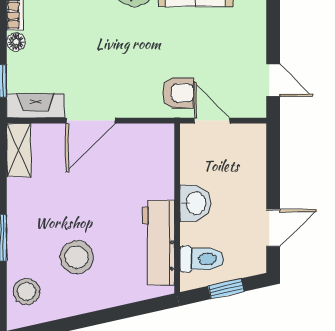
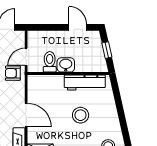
armchair: (178, 93) -> (13, 73), turned -90
stool: (77, 257) -> (81, 115), moved
toilet: (202, 259) -> (50, 62), moved

